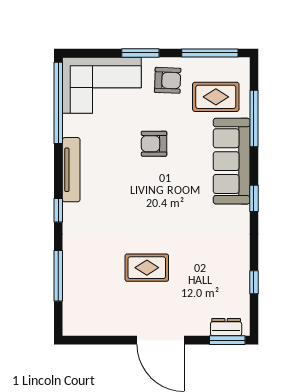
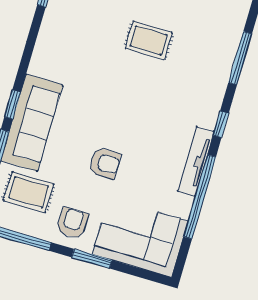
armchair: (168, 80) -> (72, 223), turned 89
window: (58, 103) -> (200, 197), moved
window: (254, 198) -> (13, 105), moved

